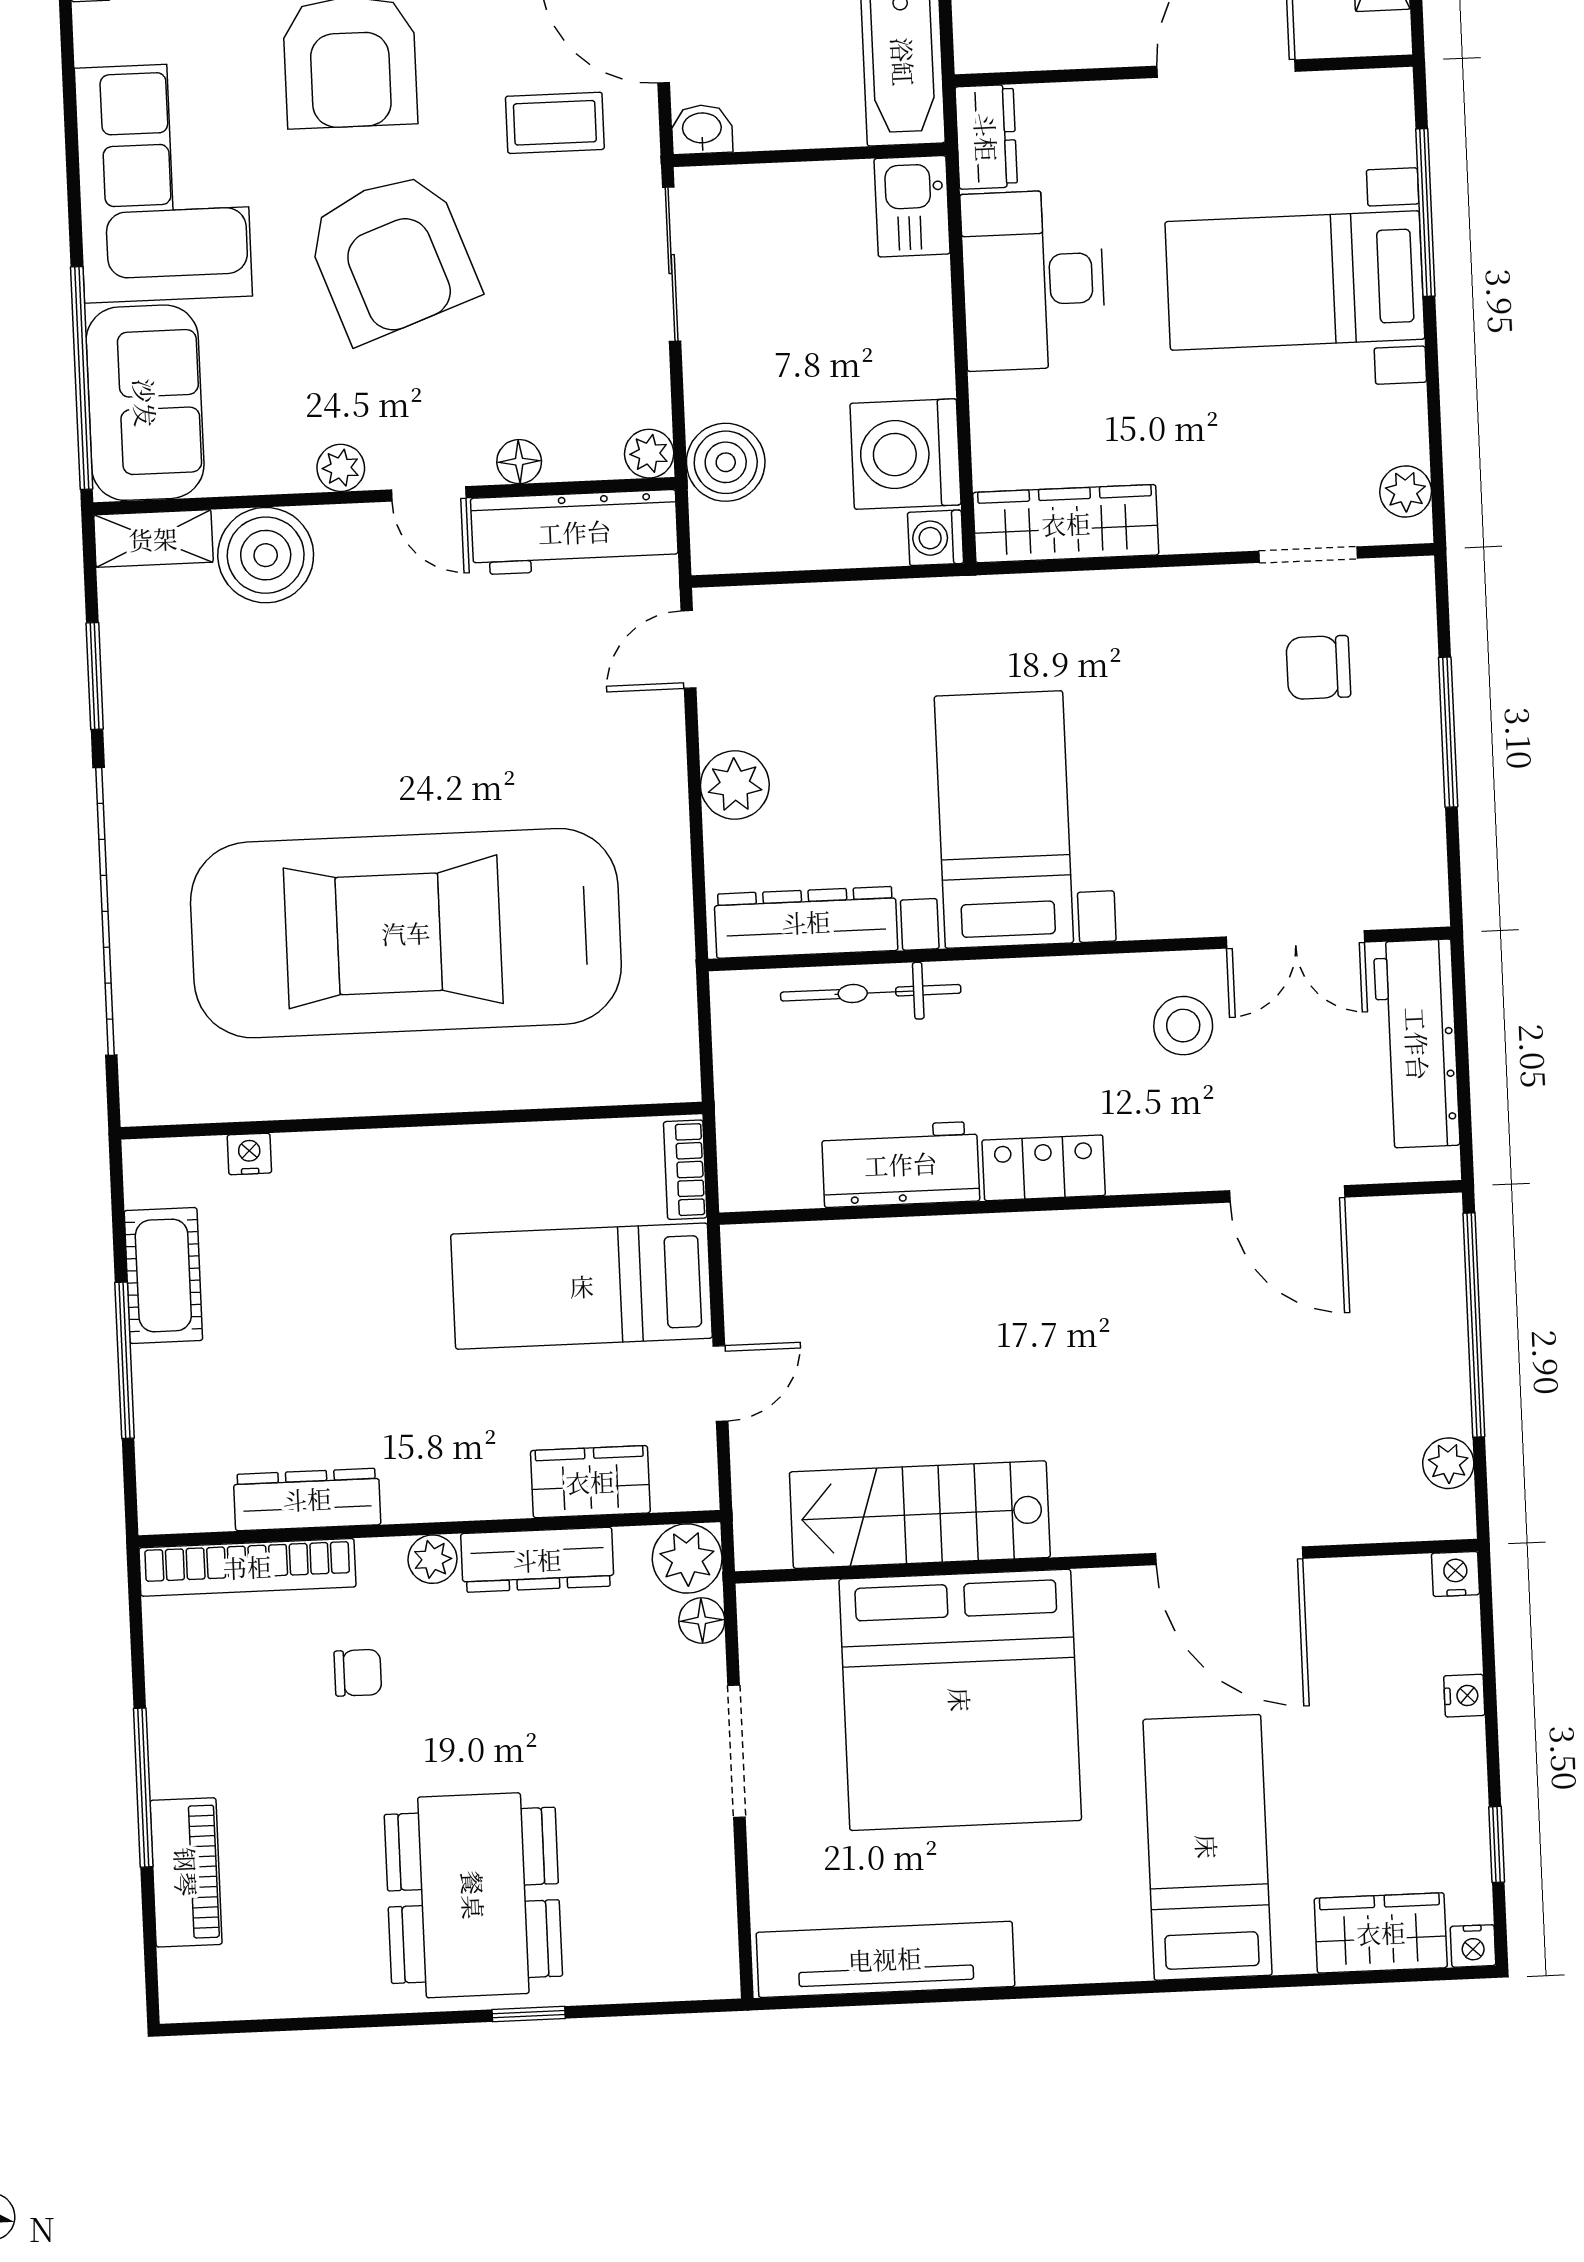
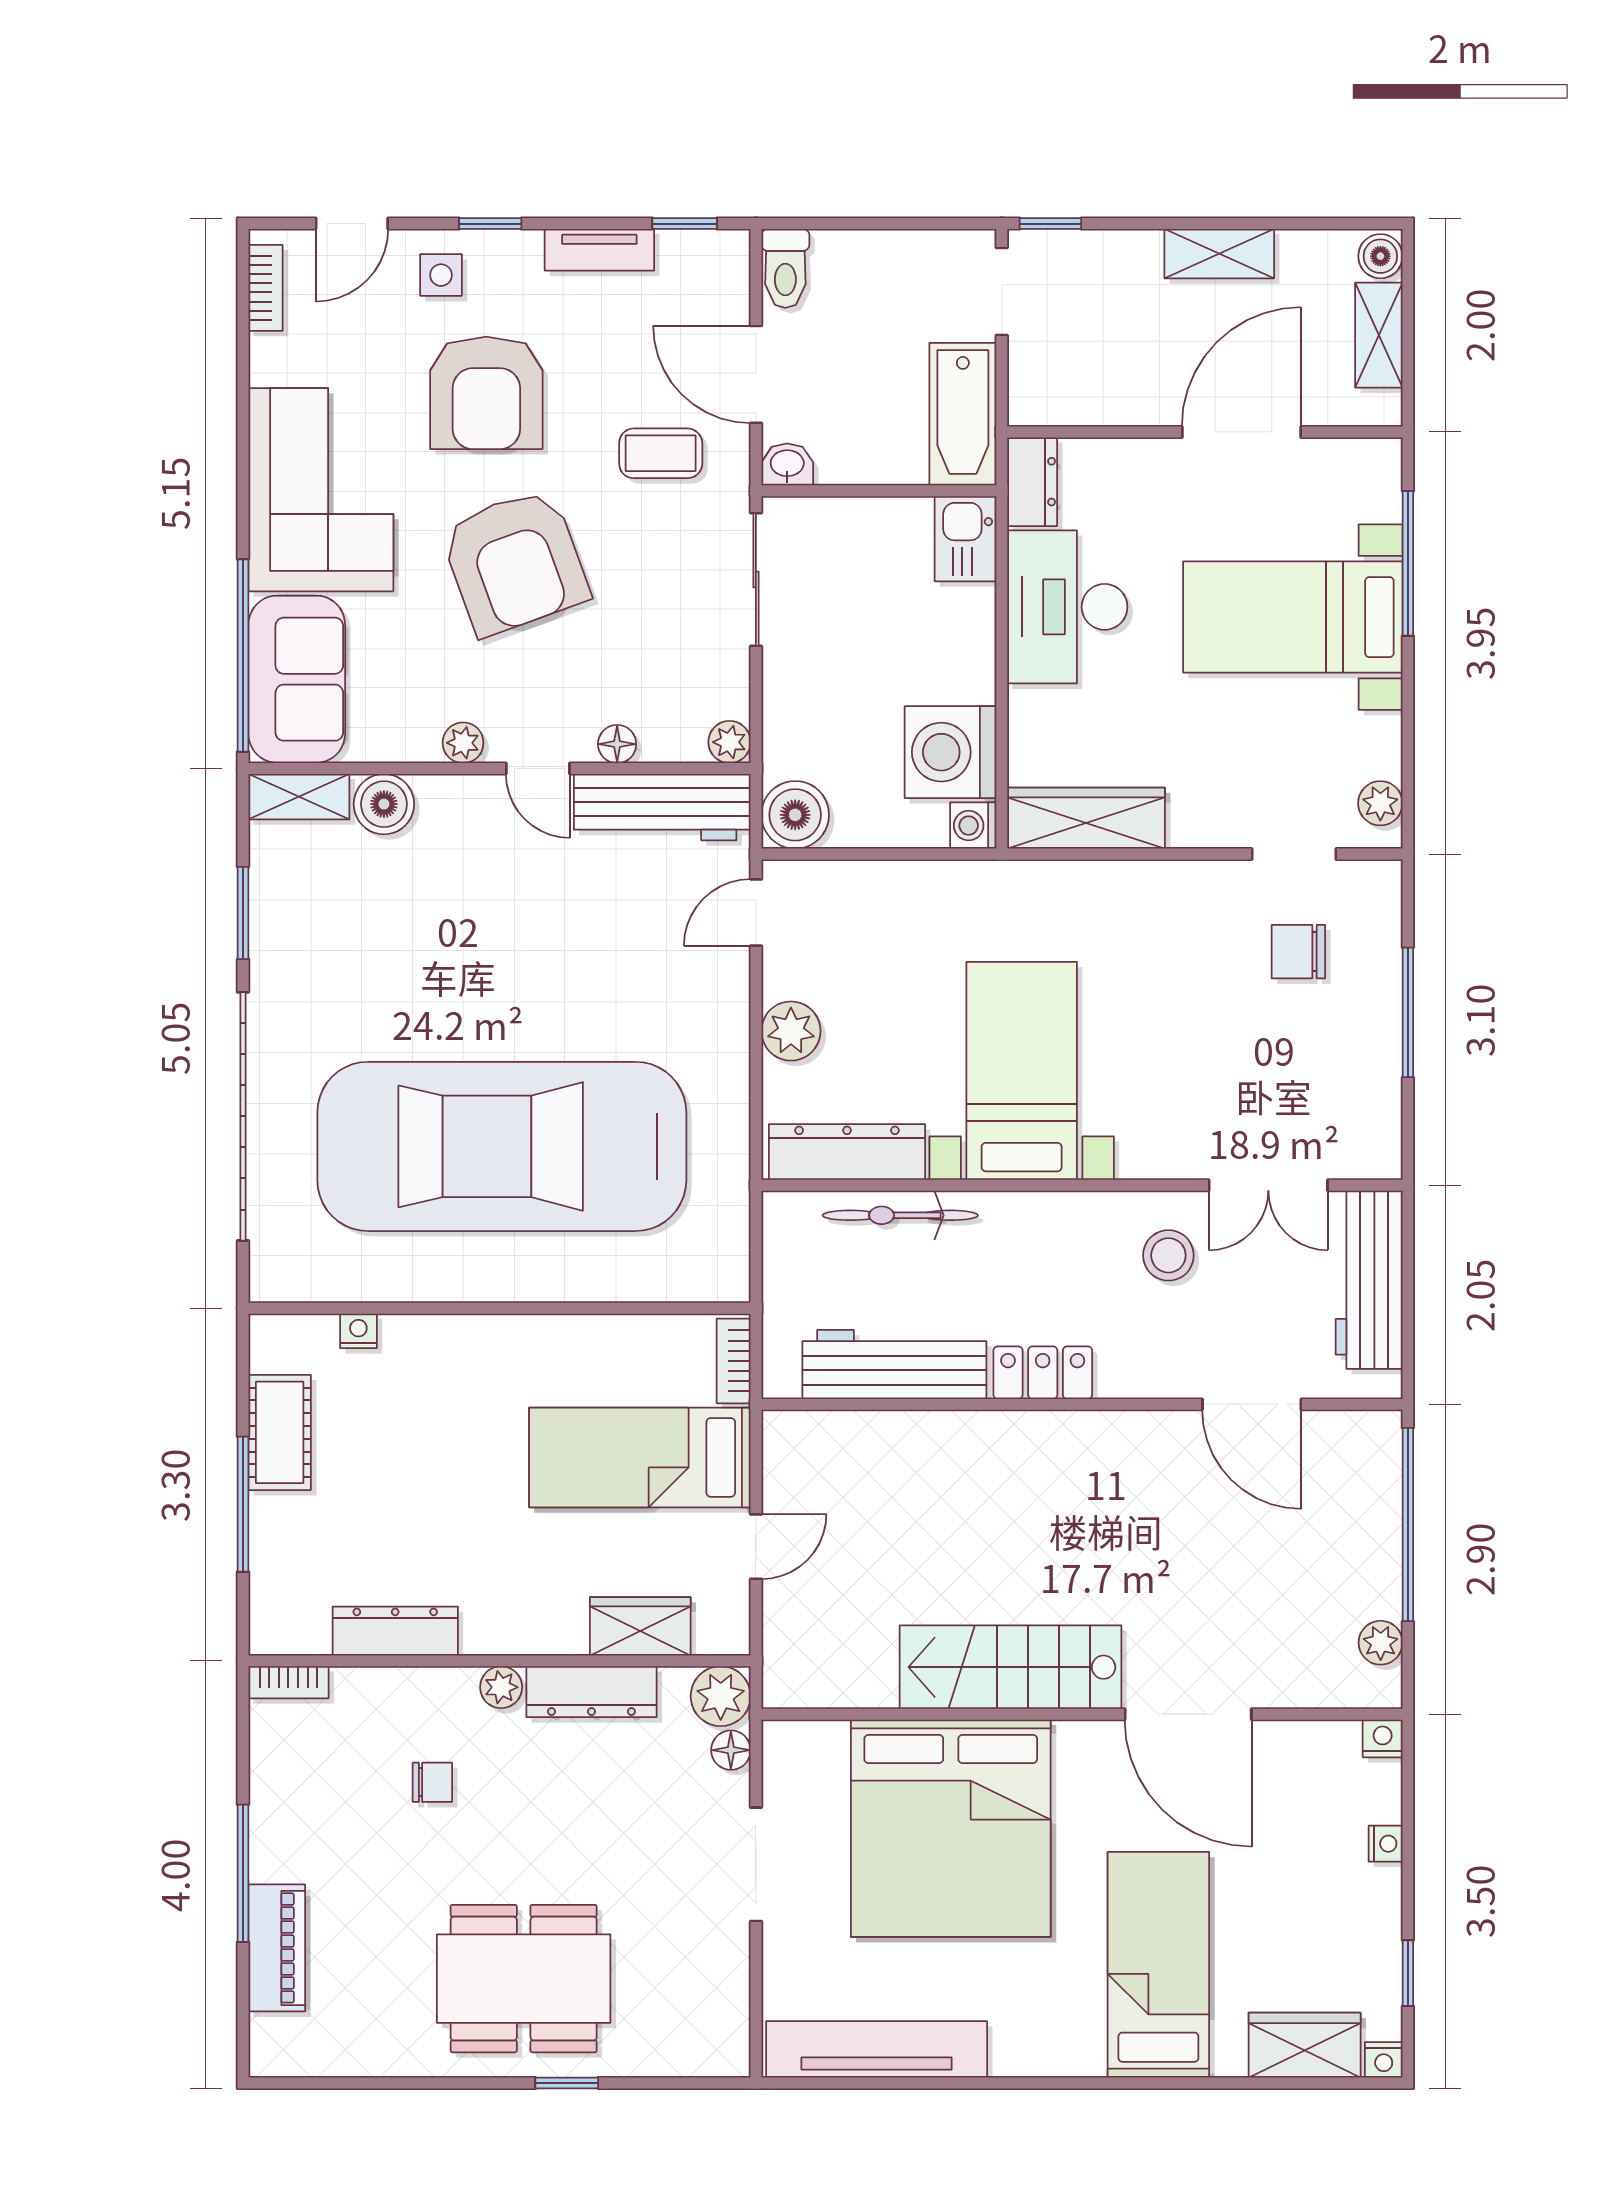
boiler: (726, 462) -> (795, 815), moved
boiler: (266, 555) -> (384, 804), width x0.73, depth x0.73
workbench: (901, 1164) -> (894, 1364), width x1.38
stairs: (920, 1515) -> (1010, 1667), moved
bookcase: (247, 1567) -> (288, 1682), width x0.43, depth x0.76
dining table: (473, 1895) -> (524, 1979), turned 90

